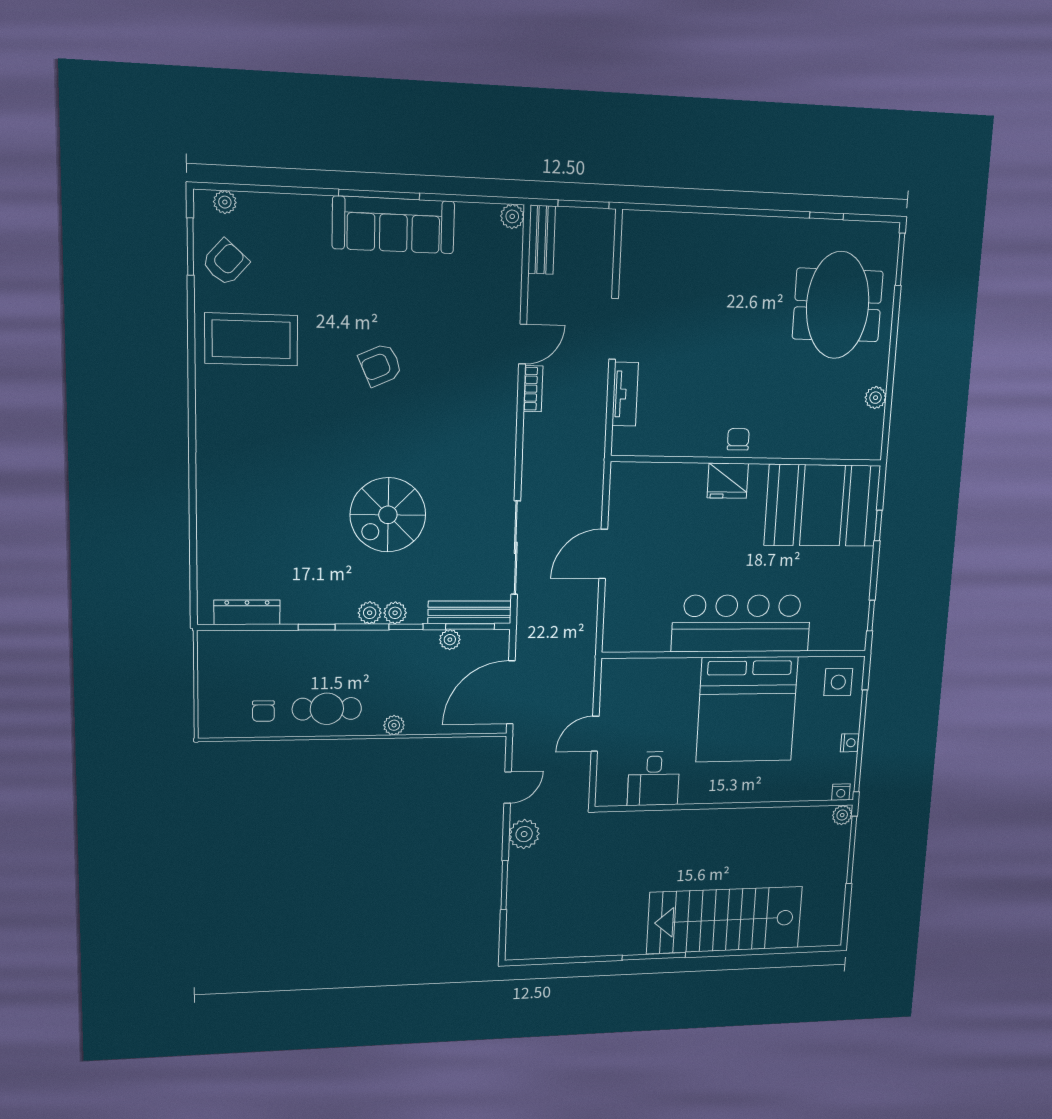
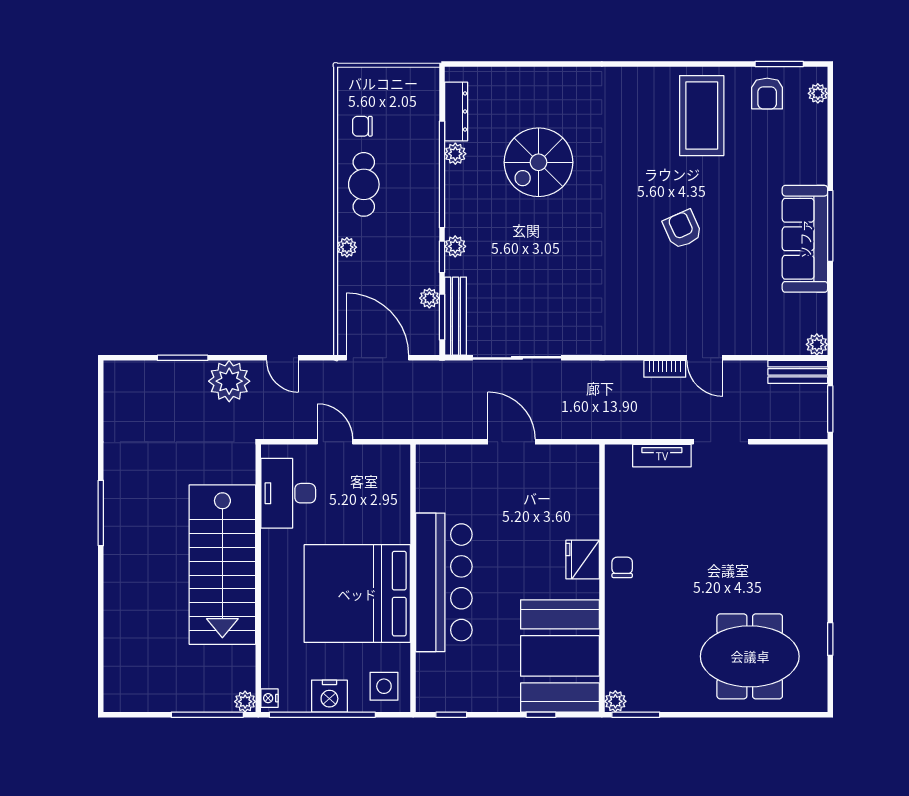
window: (900, 259) -> (636, 715), moved
armchair: (225, 262) -> (767, 94), turned 48
plant: (876, 398) -> (615, 701), moved
chair: (738, 439) -> (622, 567), turned -90
spiral stairs: (388, 515) -> (539, 162), moved, turned -90
plant: (370, 613) -> (455, 154), moved
window: (317, 627) -> (442, 174), width x3.17
nightstand: (850, 743) -> (329, 696), width x1.89, depth x1.79
desk: (654, 779) -> (288, 493), width x1.37
plant: (524, 834) -> (229, 381), width x1.36, depth x1.36
stairs: (725, 920) -> (222, 565), moved, turned 180

